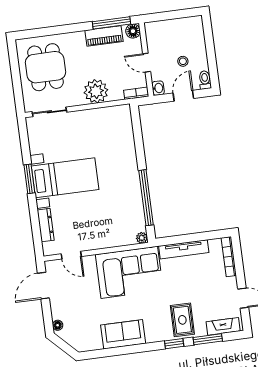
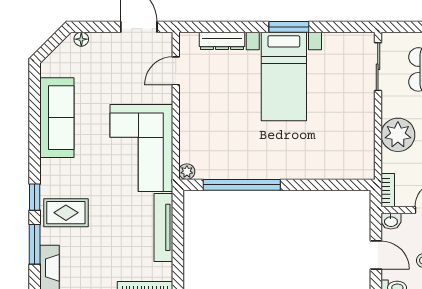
sofa: (123, 334) -> (57, 118), width x1.36

